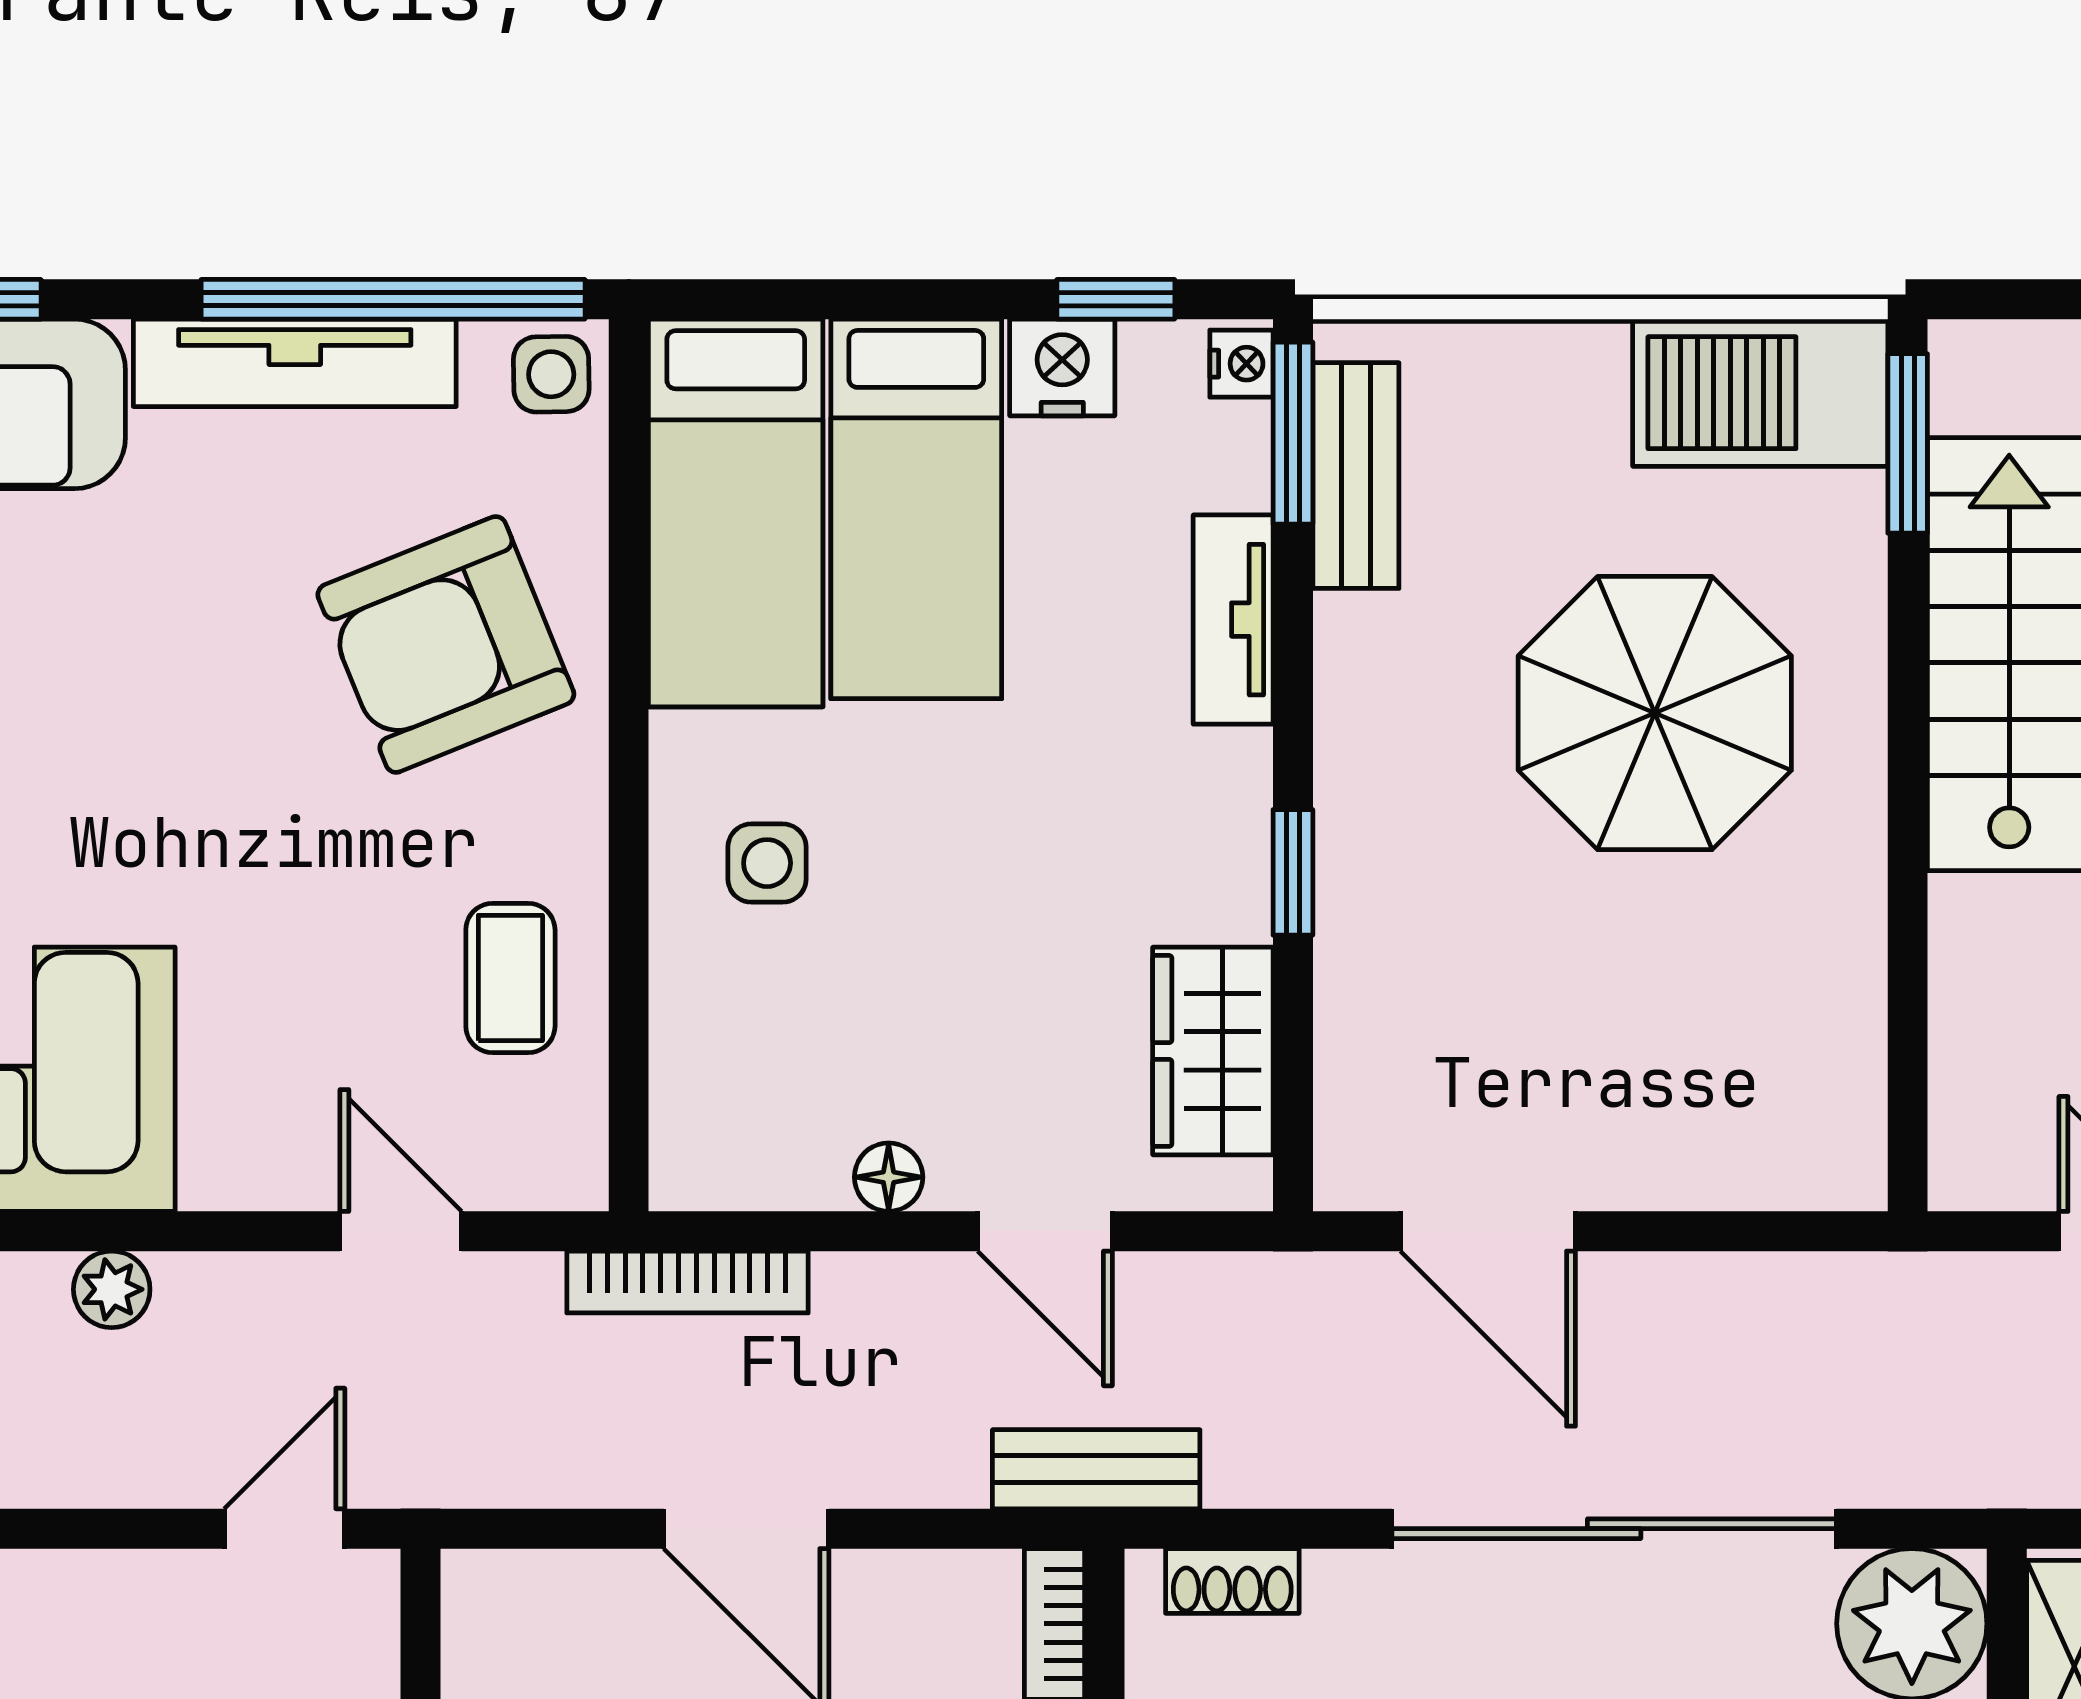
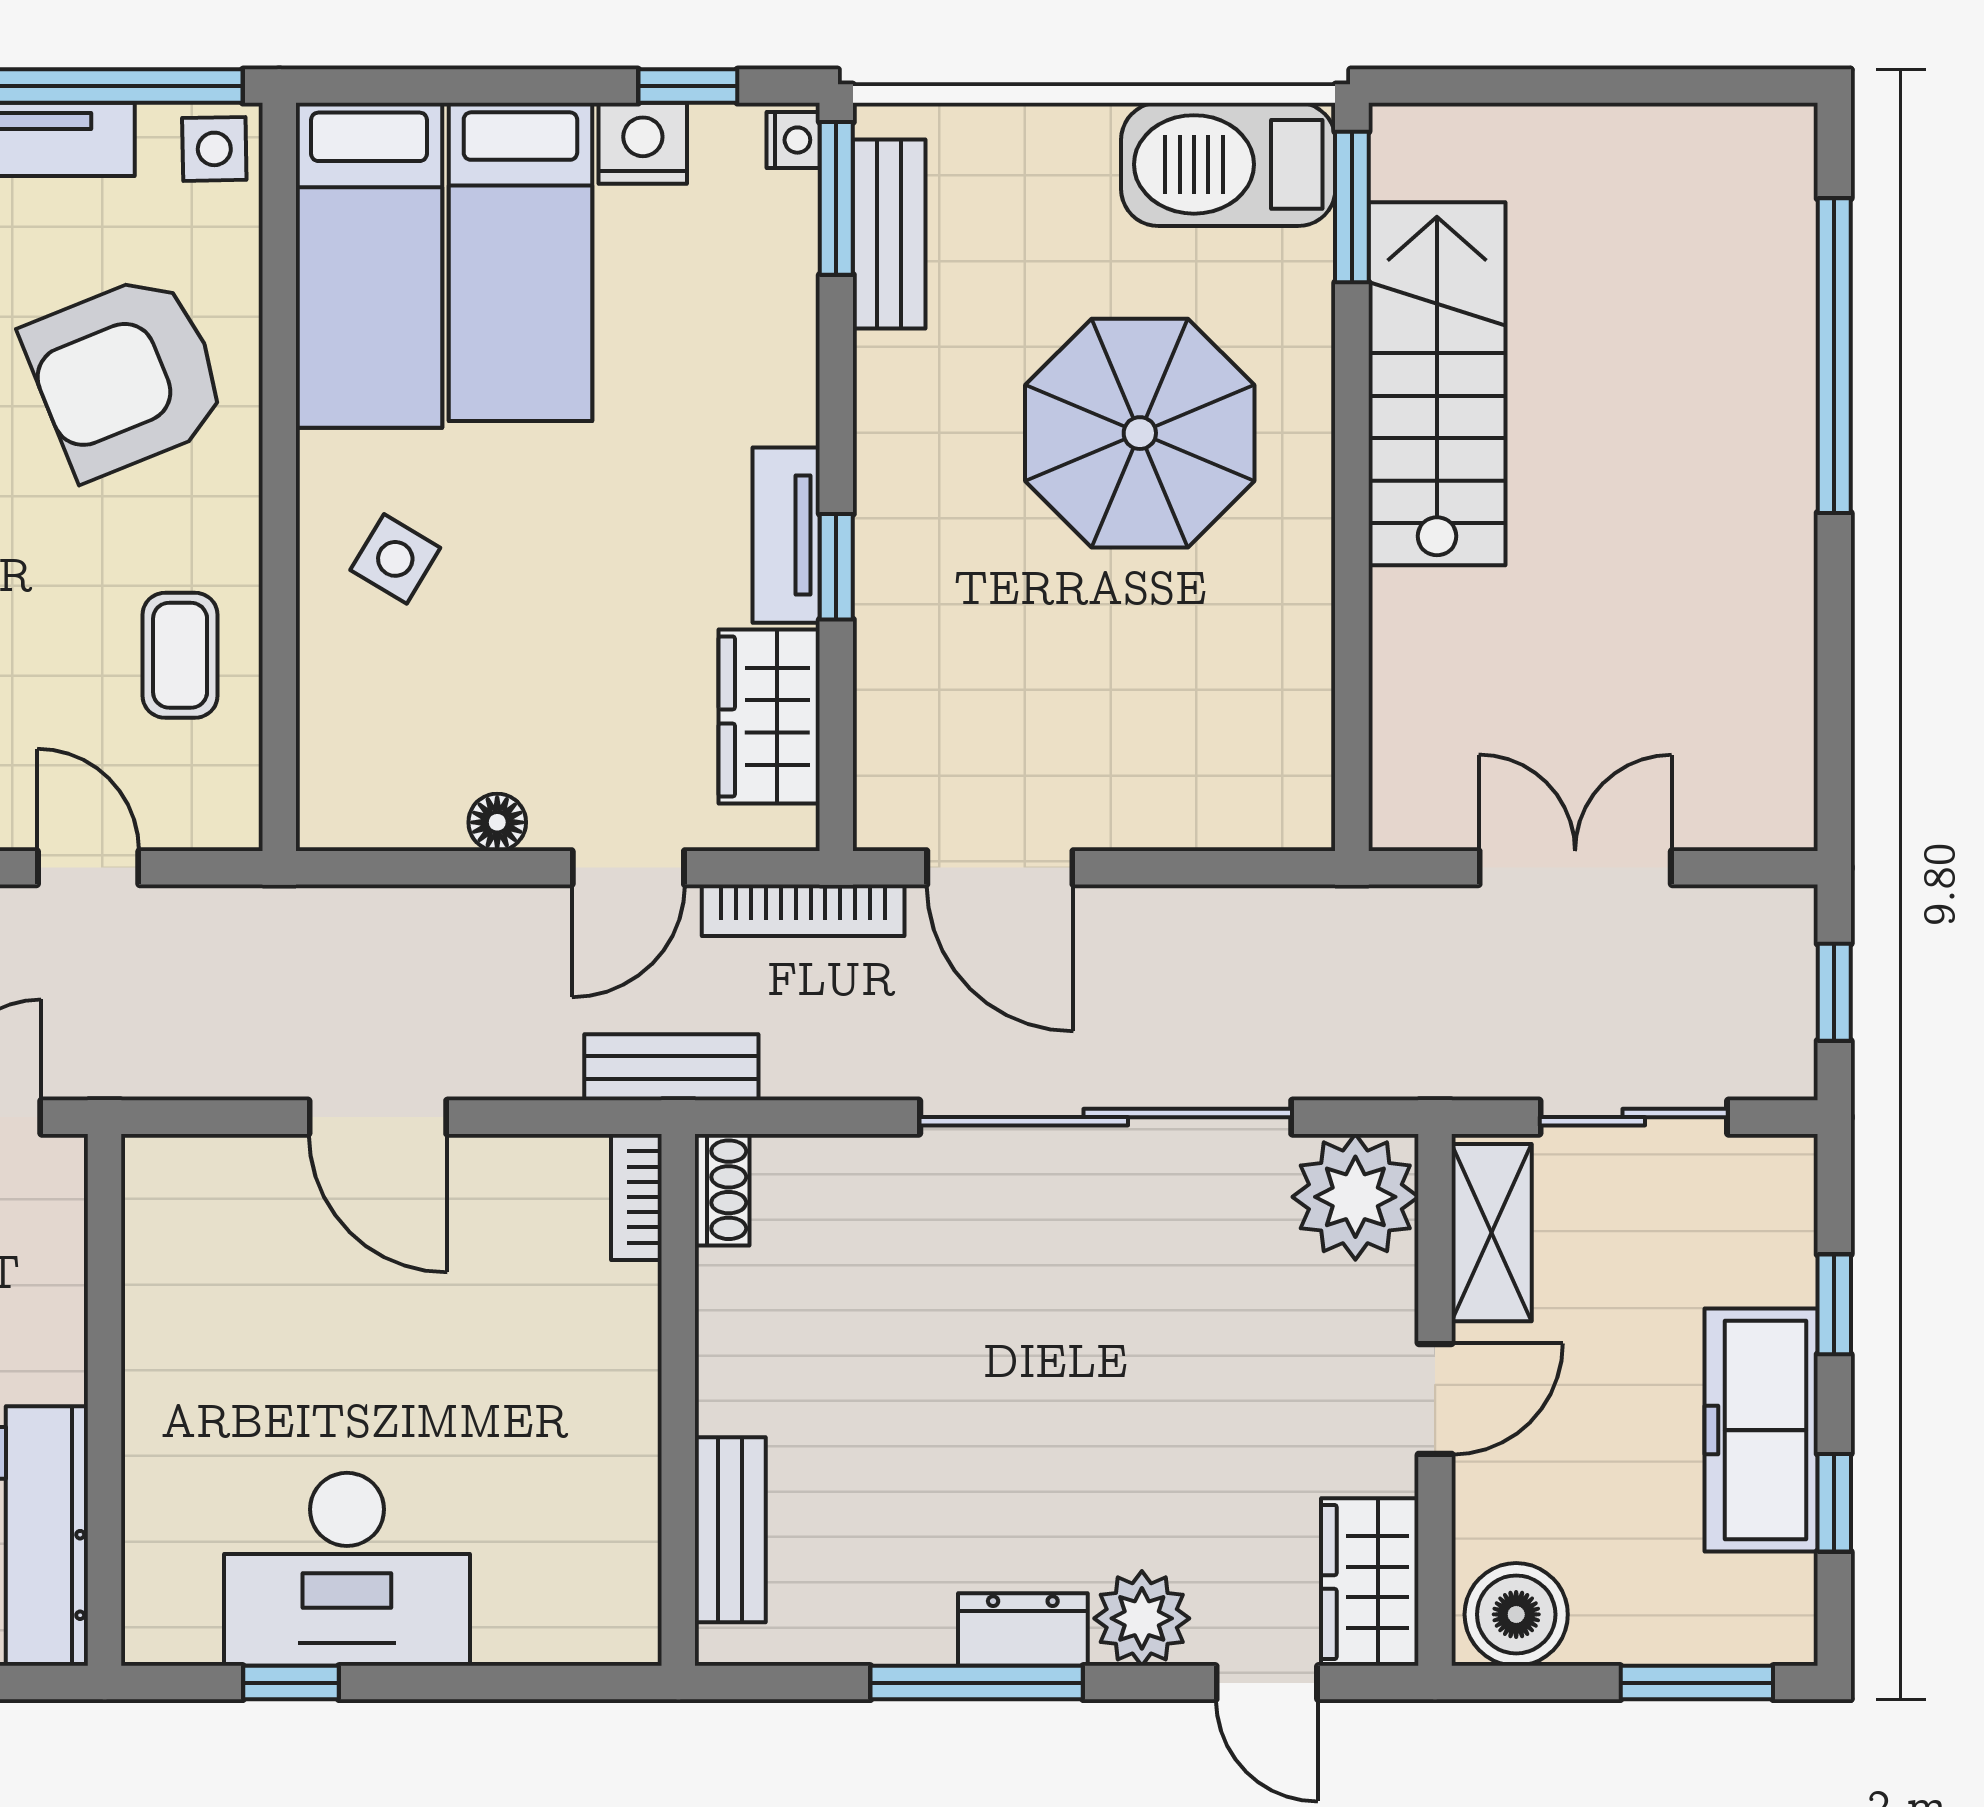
tv unit: (1233, 620) -> (786, 535), moved
side table: (767, 863) -> (395, 559), turned 31
door: (1045, 1231) -> (628, 868), hinge flipped
bookcase: (688, 1282) -> (803, 910), moved
shoe rack: (1232, 1581) -> (722, 1190), moved, turned -90

